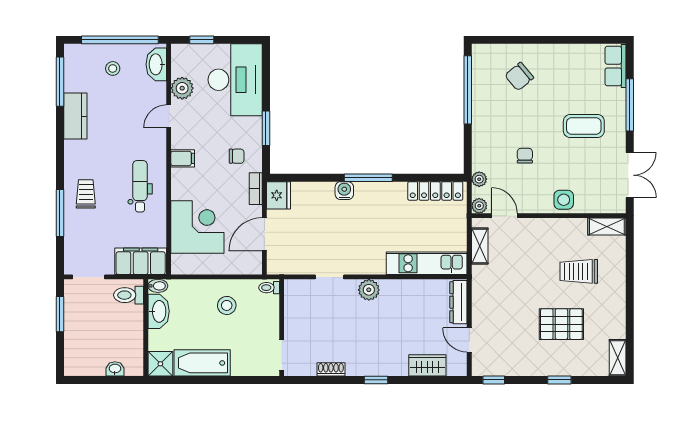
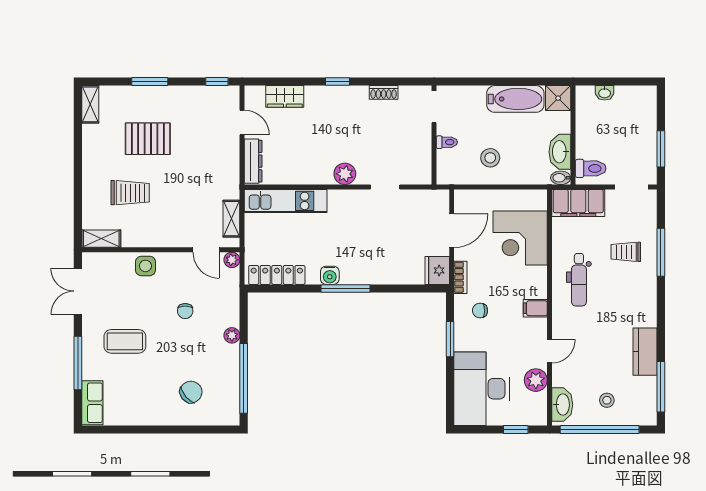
plant: (479, 179) -> (232, 335), moved
water cooler: (344, 191) -> (330, 275), moved
trolley: (86, 194) -> (626, 252), moved, turned 90
toilet: (269, 288) -> (447, 142), moved
window: (559, 380) -> (150, 82), width x1.50

